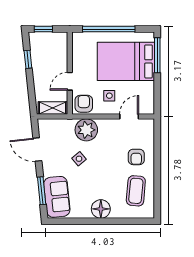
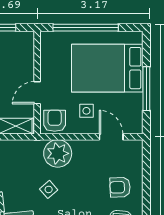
window: (157, 55) -> (146, 89), moved
door: (129, 117) -> (111, 137), hinge flipped
armchair: (136, 157) -> (120, 187), turned 88

